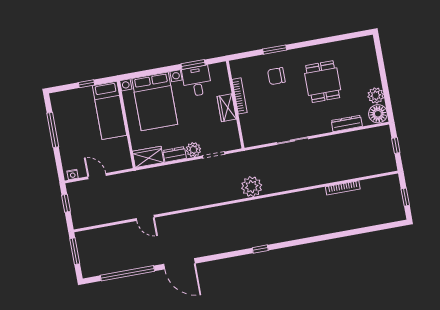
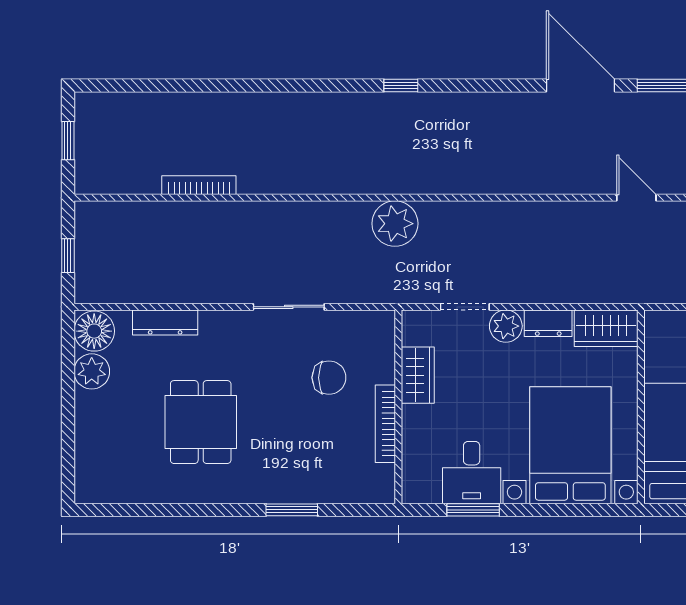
chair: (276, 76) -> (329, 378), moved
wardrobe: (227, 108) -> (418, 375), moved

